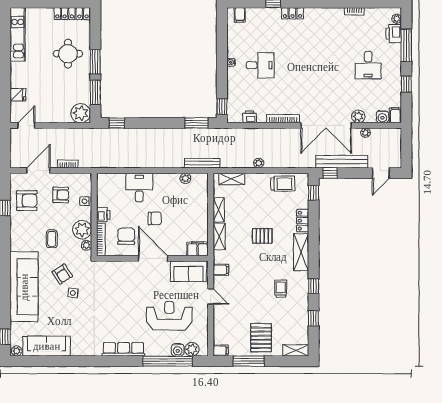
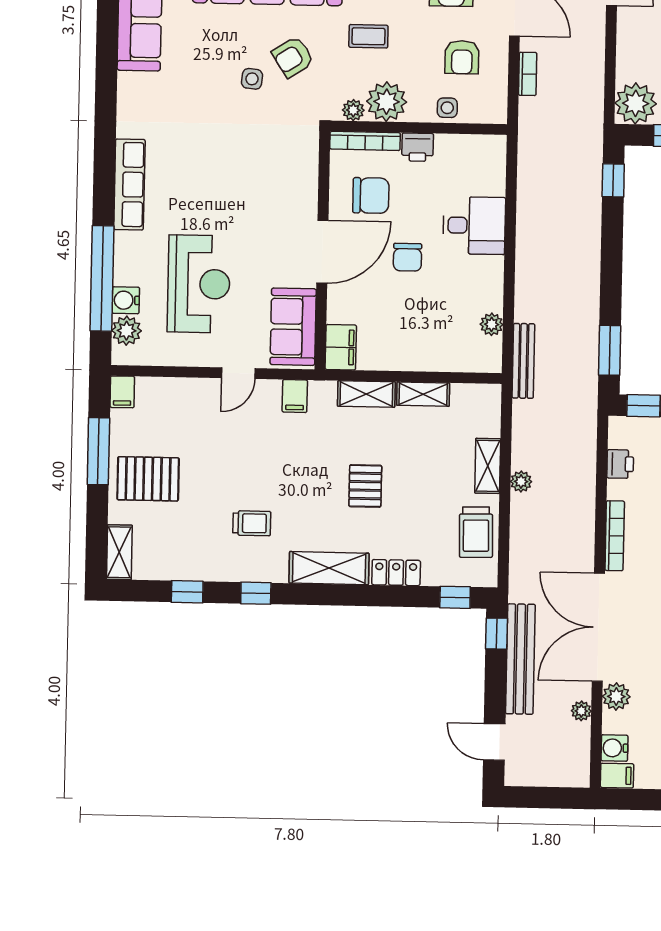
shelving: (232, 179) -> (488, 466), moved

